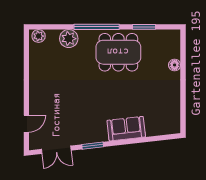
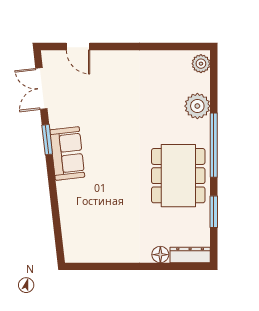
dresser: (175, 44) -> (190, 255), added
sofa: (126, 129) -> (67, 153), moved

